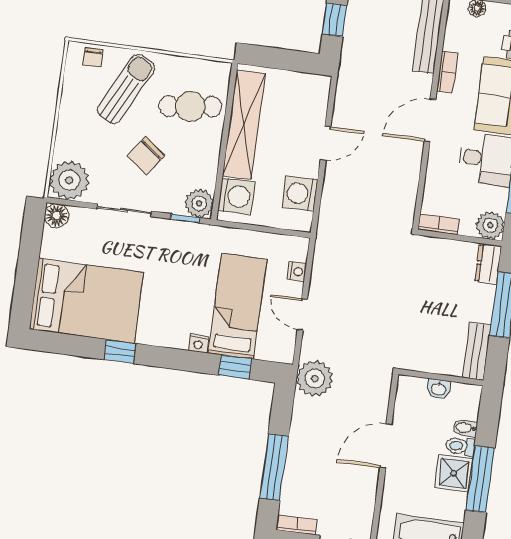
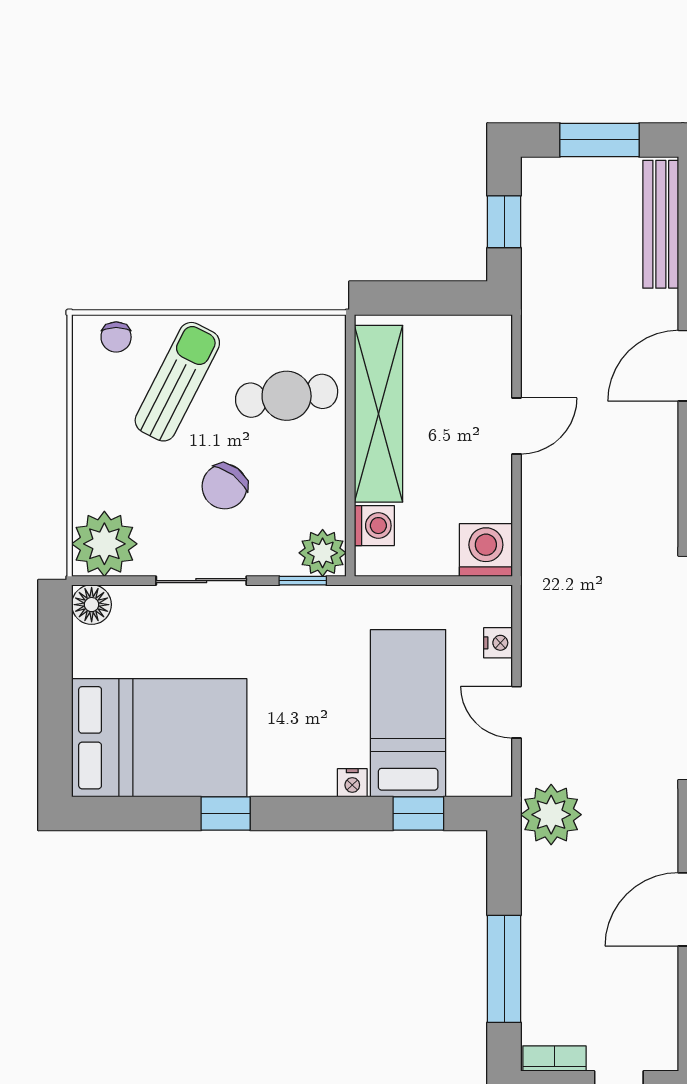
washing machine: (300, 194) -> (486, 550), moved, turned 90
washing machine: (236, 196) -> (374, 526), width x0.73, depth x0.73

